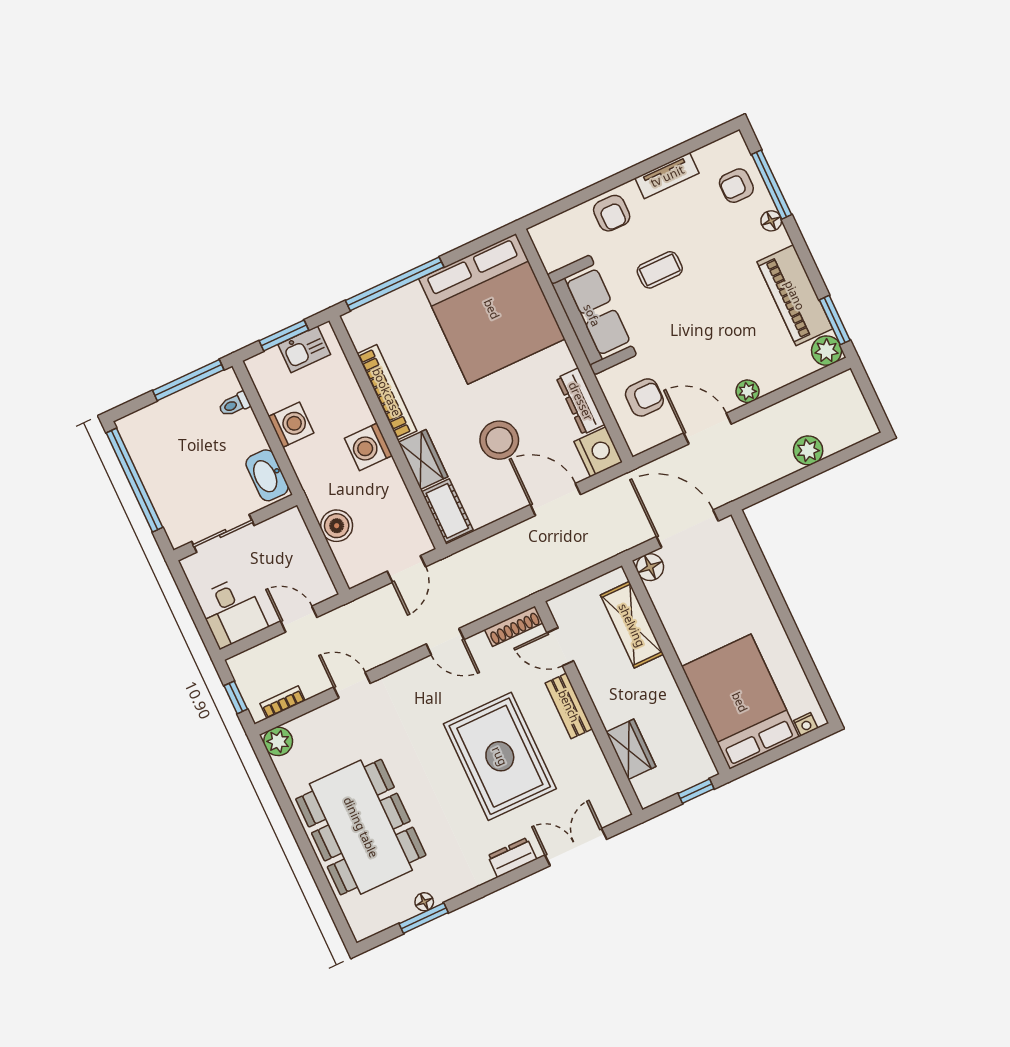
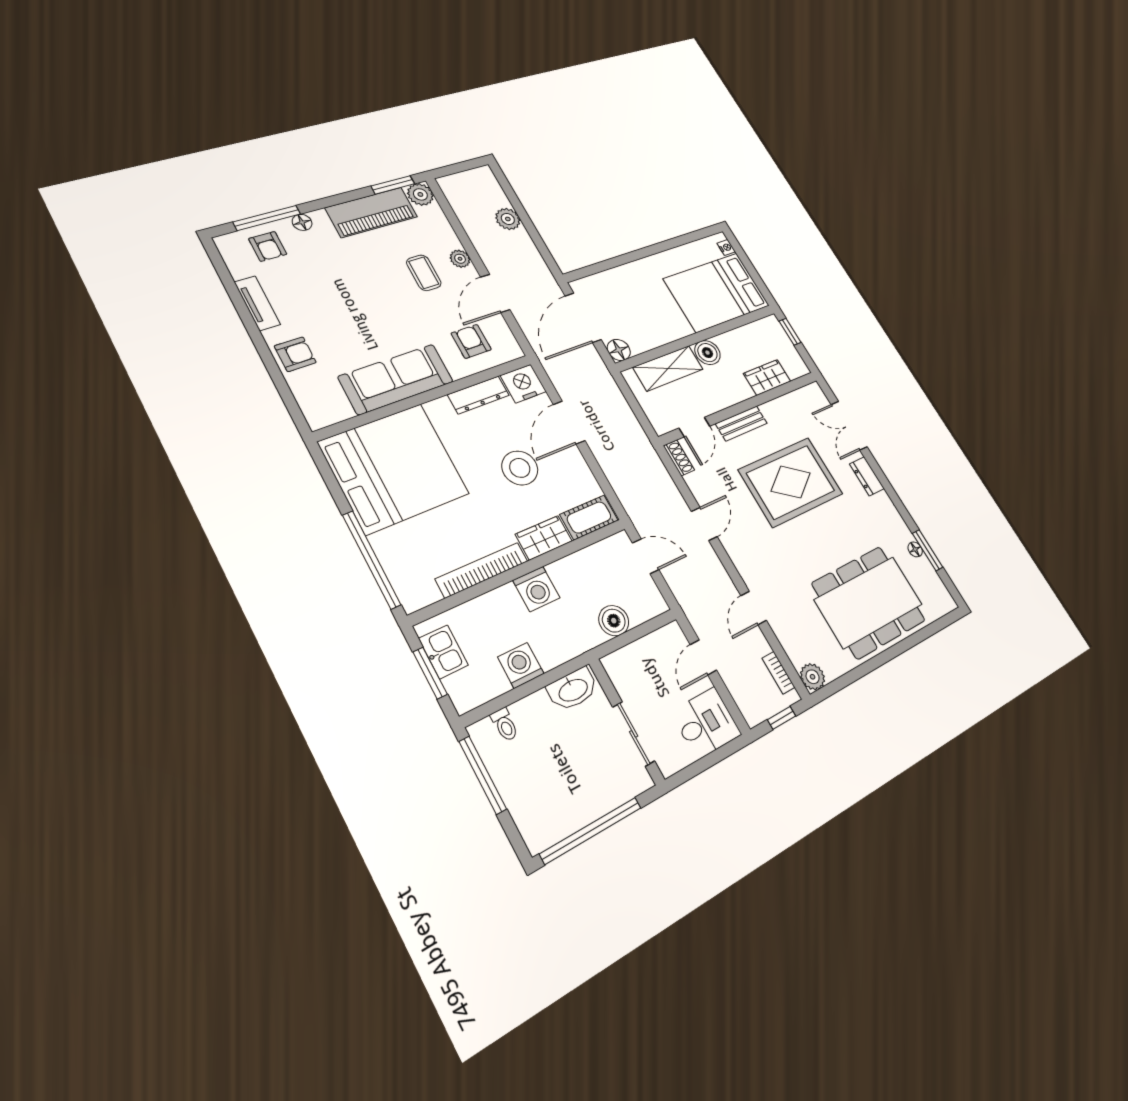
coffee table: (660, 270) -> (424, 273), moved
shoe rack: (514, 626) -> (679, 458), width x0.70
boiler: (657, 677) -> (707, 353), added

